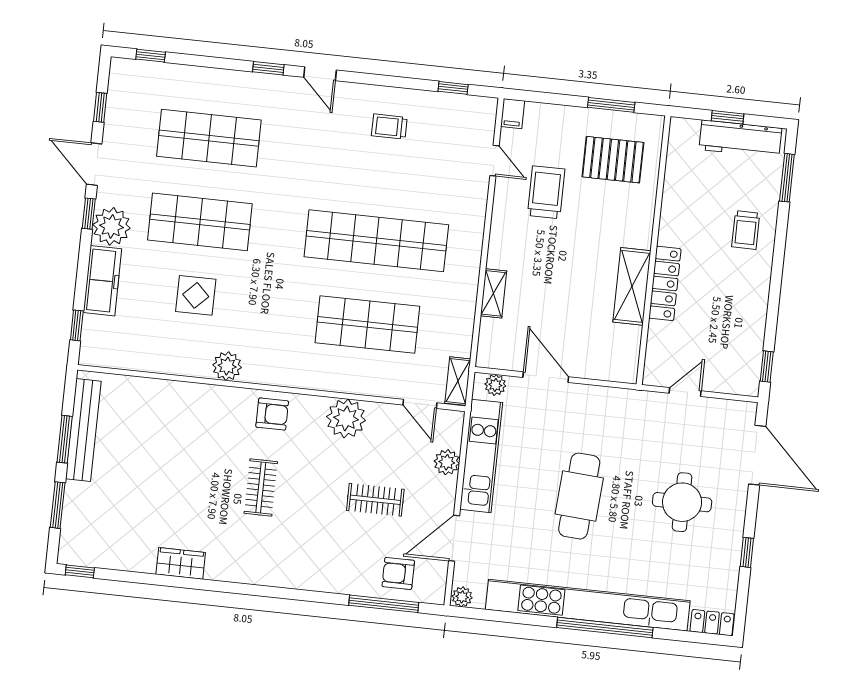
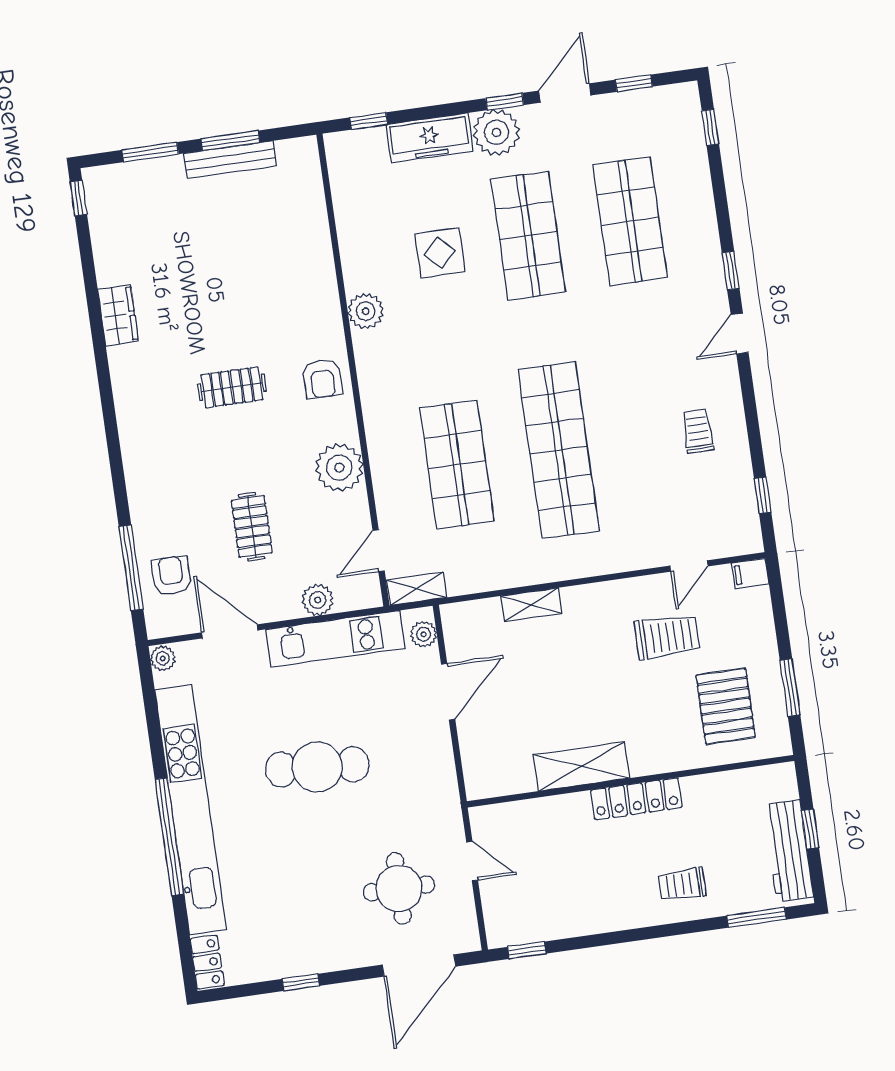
locker: (665, 283) -> (636, 799), moved
bench: (83, 430) -> (230, 160), width x0.73, depth x0.82
round table: (682, 502) -> (399, 888), moved

